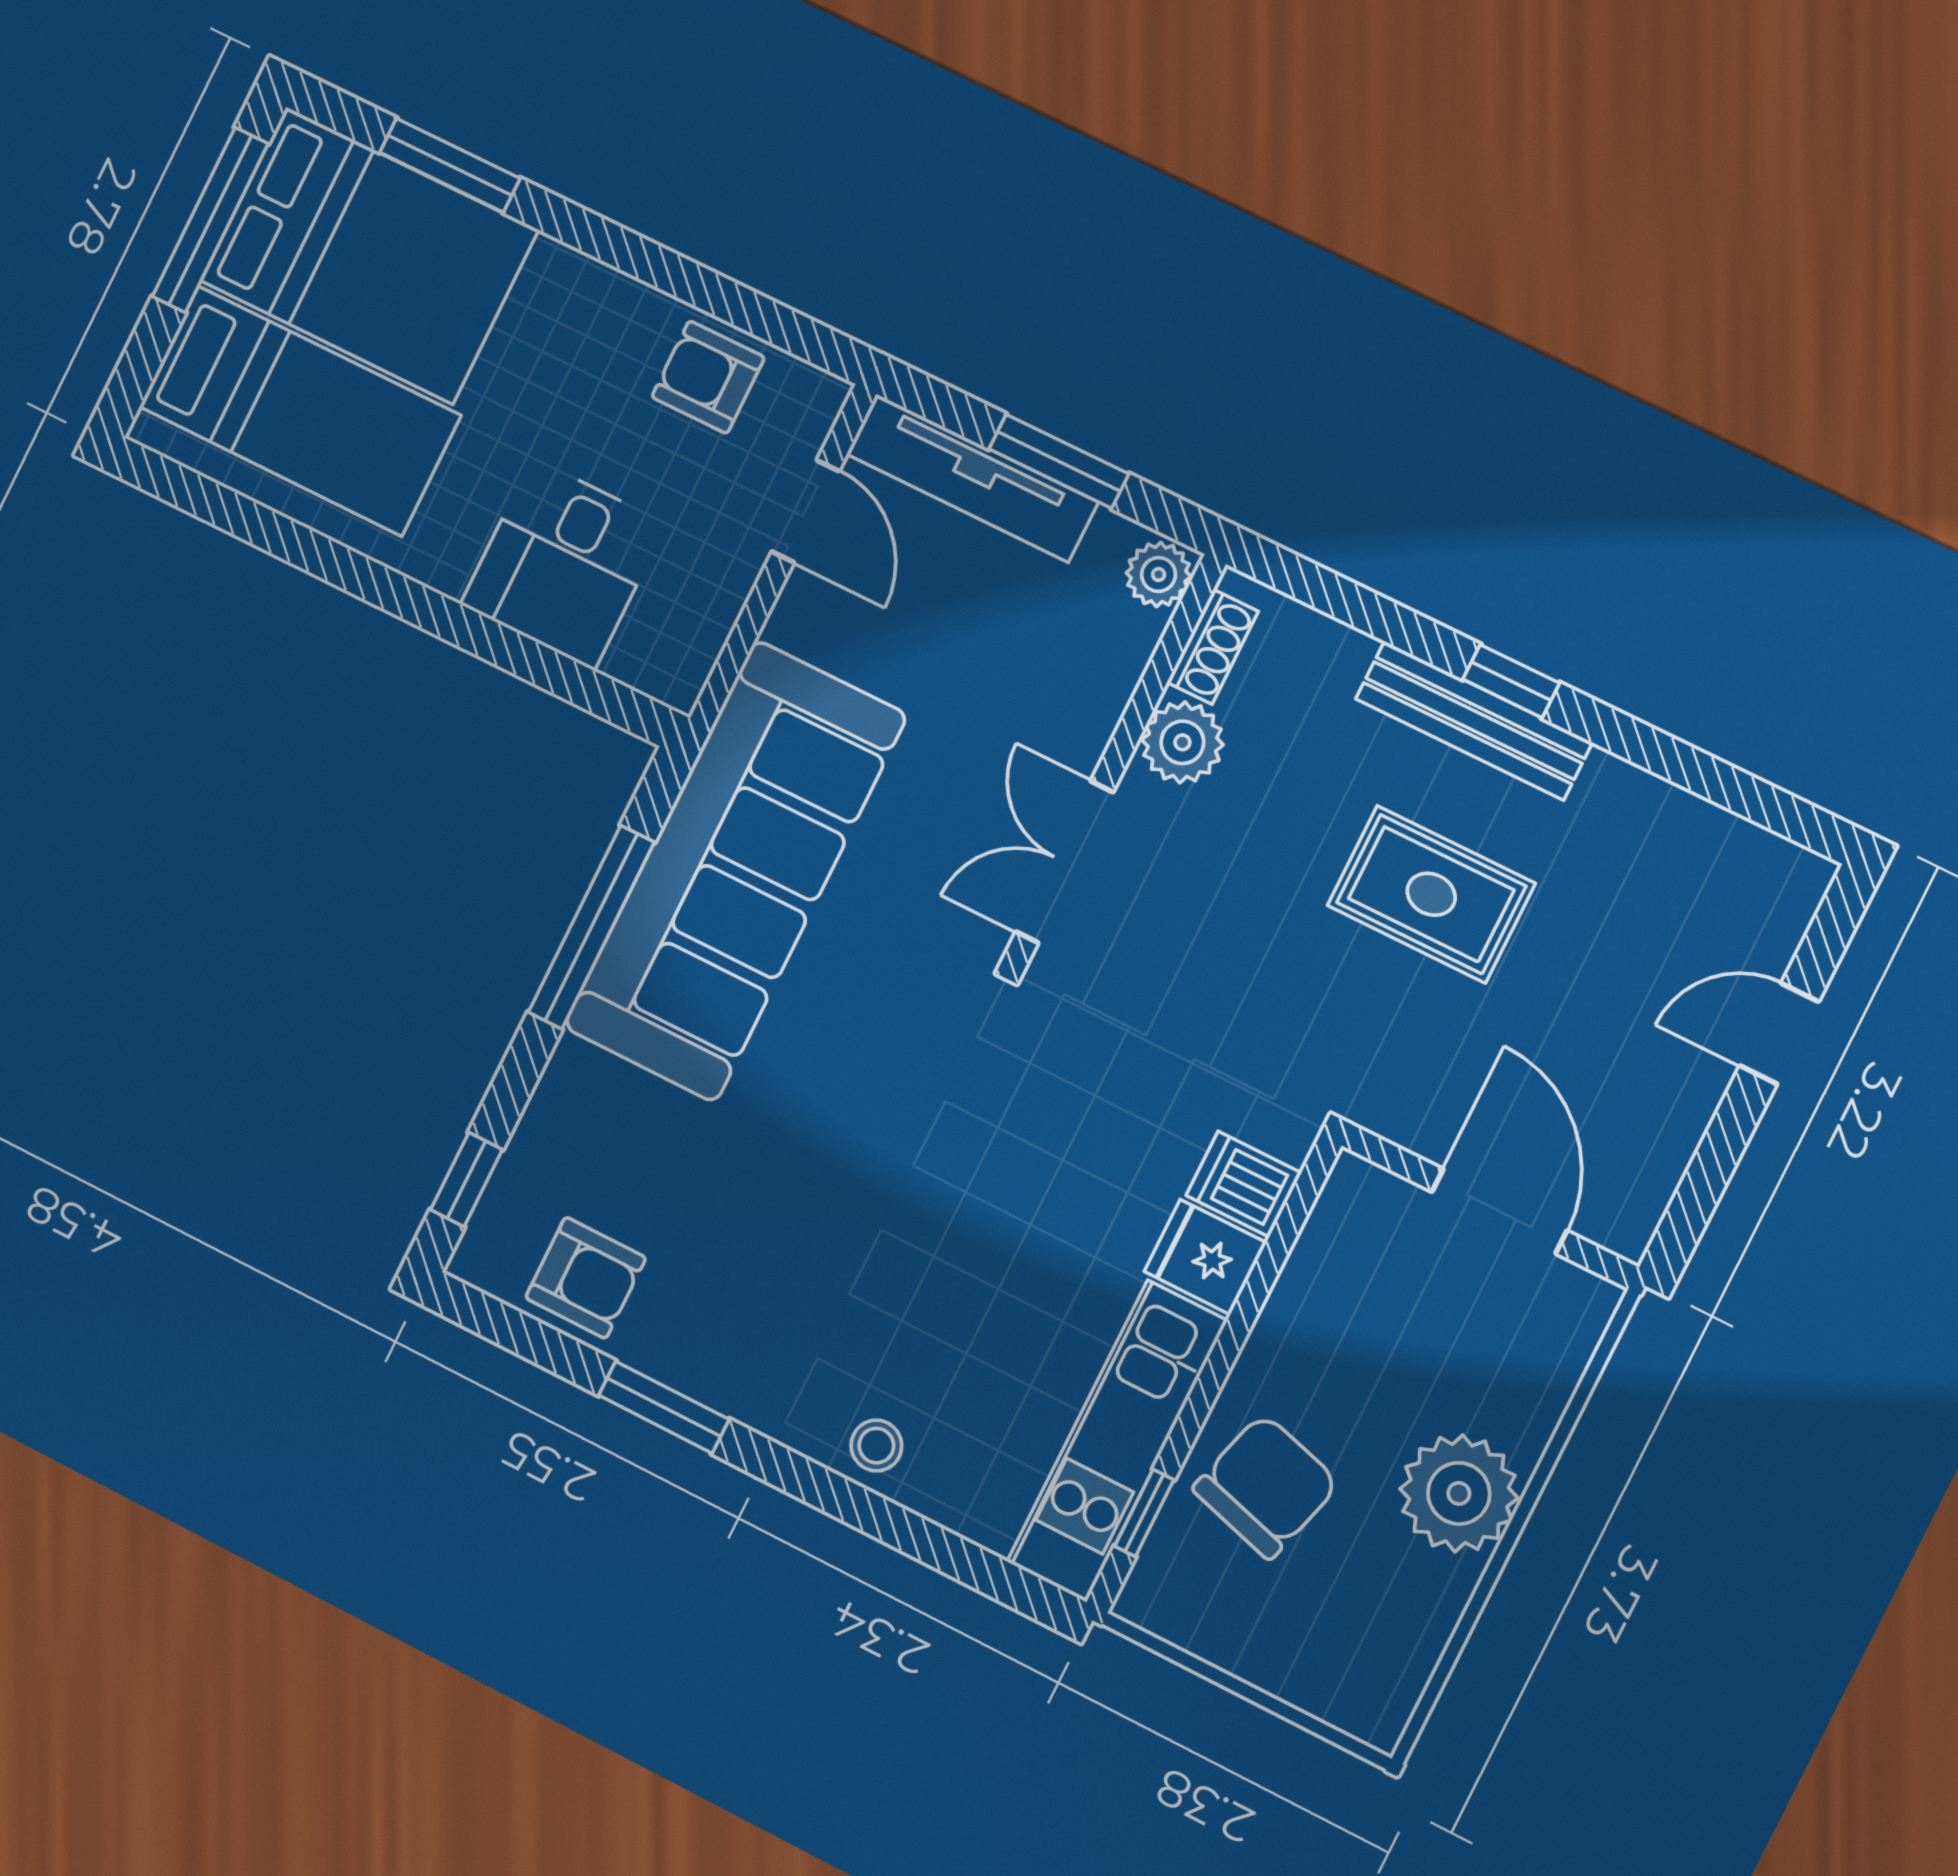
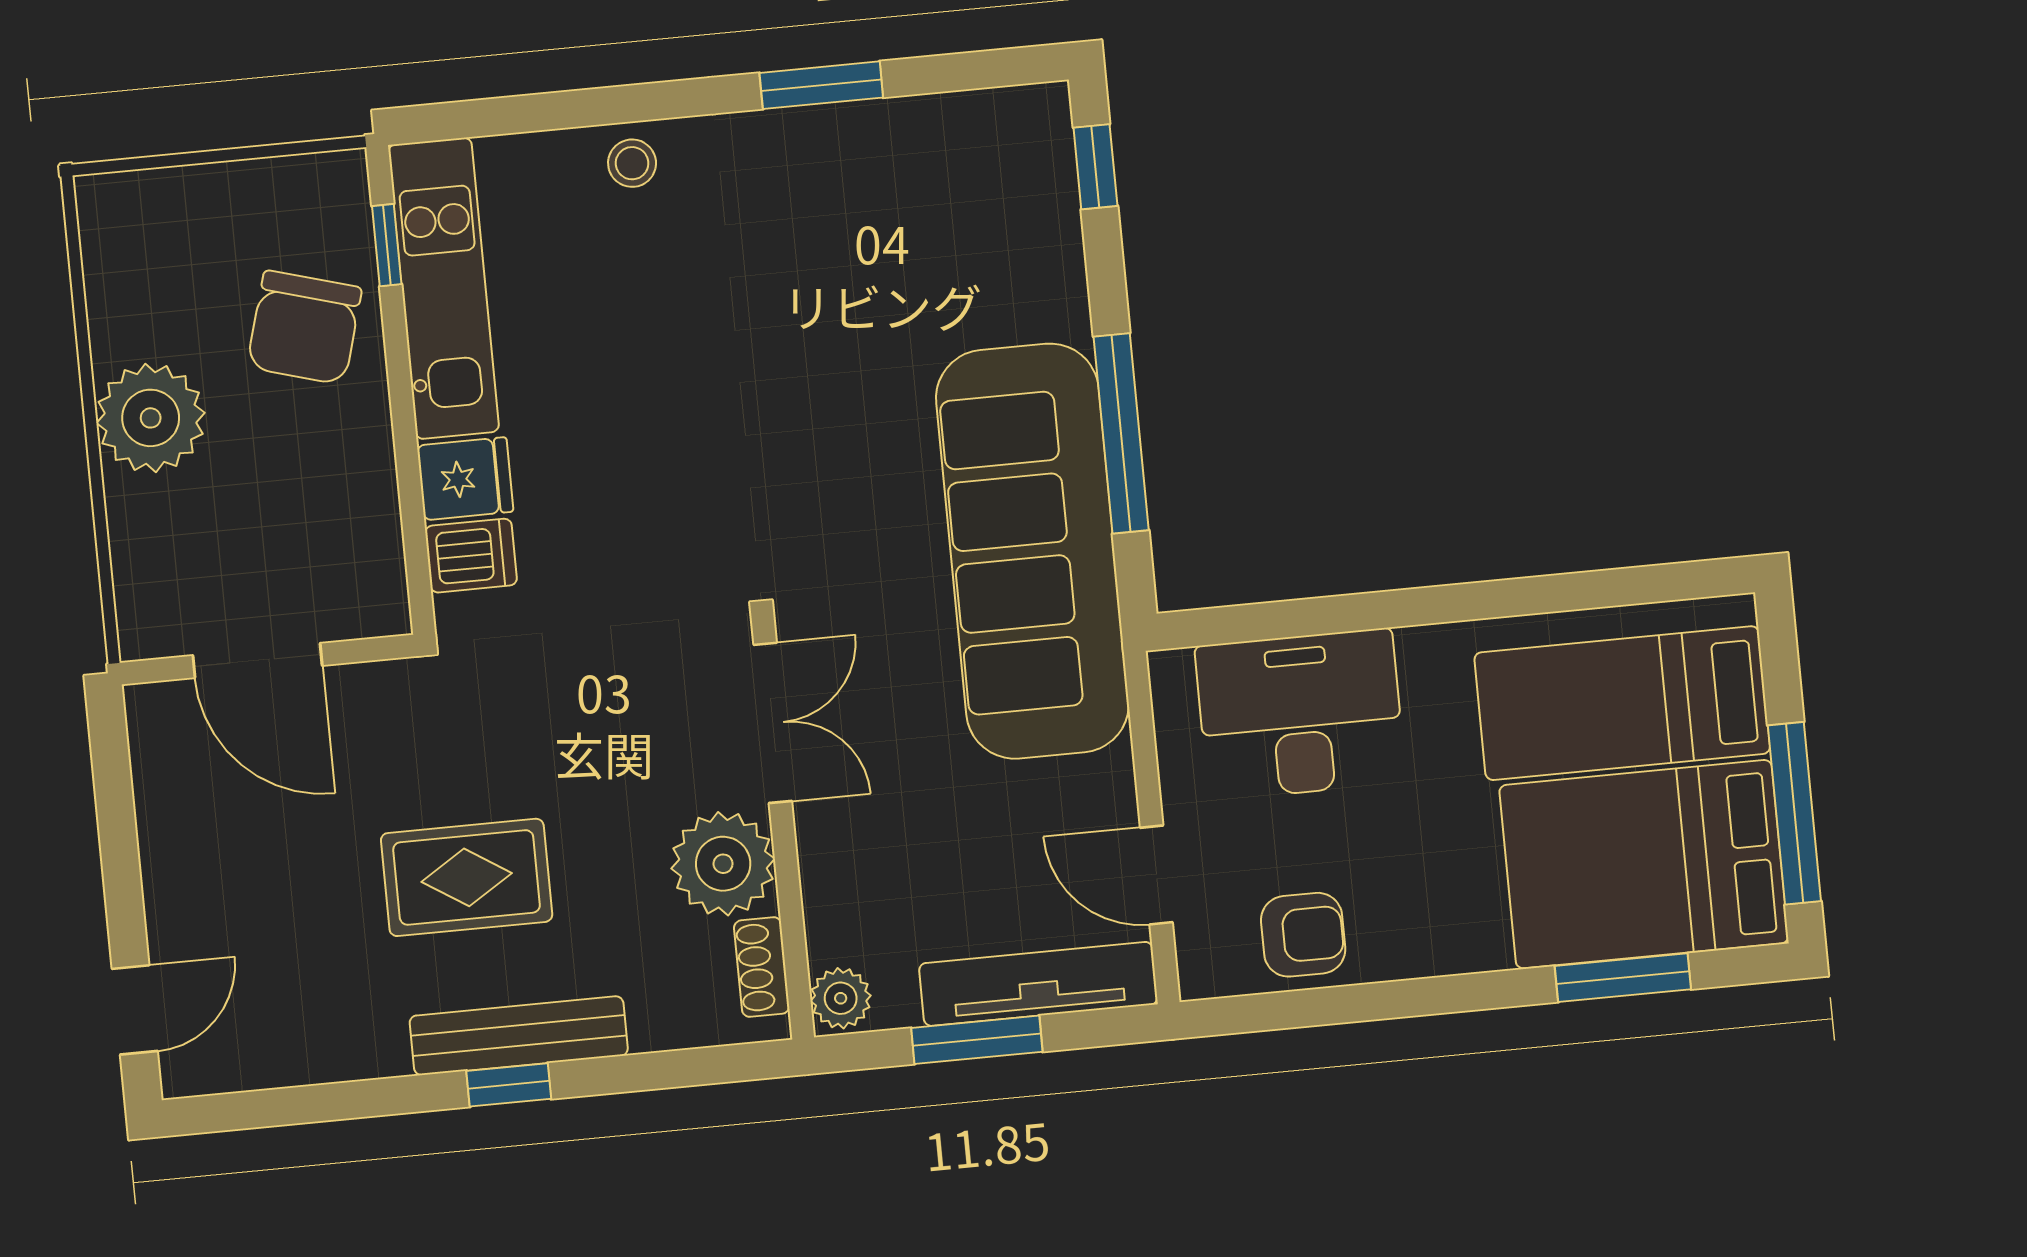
desk: (563, 564) -> (1300, 714), width x1.37
plant: (1182, 742) -> (723, 864), width x1.36, depth x1.36
door: (1779, 1034) -> (135, 1010), moved
armchair: (586, 1278) -> (949, 149), removed

